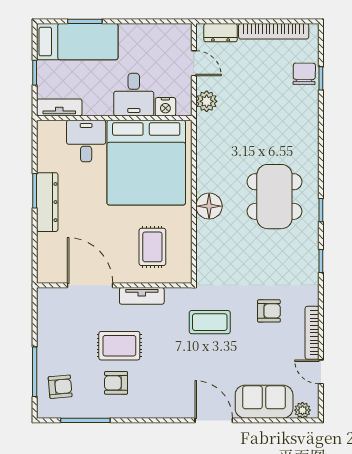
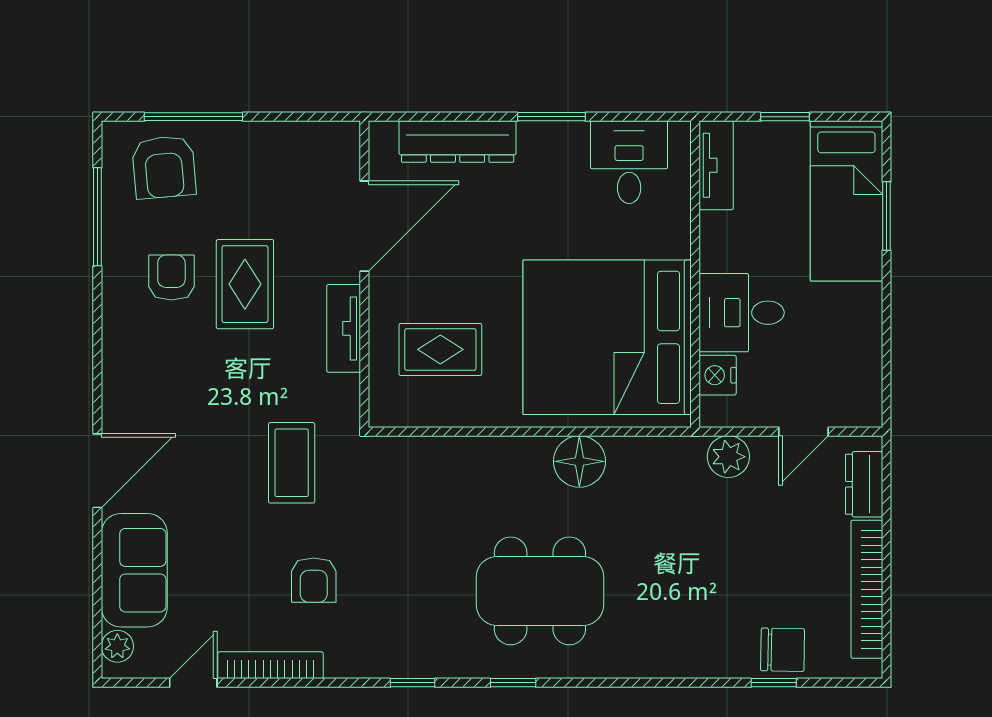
desk: (86, 141) -> (629, 162), moved, turned -90
dresser: (47, 202) -> (458, 142), moved
floor lamp: (209, 206) -> (579, 461), moved
armchair: (60, 387) -> (164, 167), width x1.38, depth x1.38

